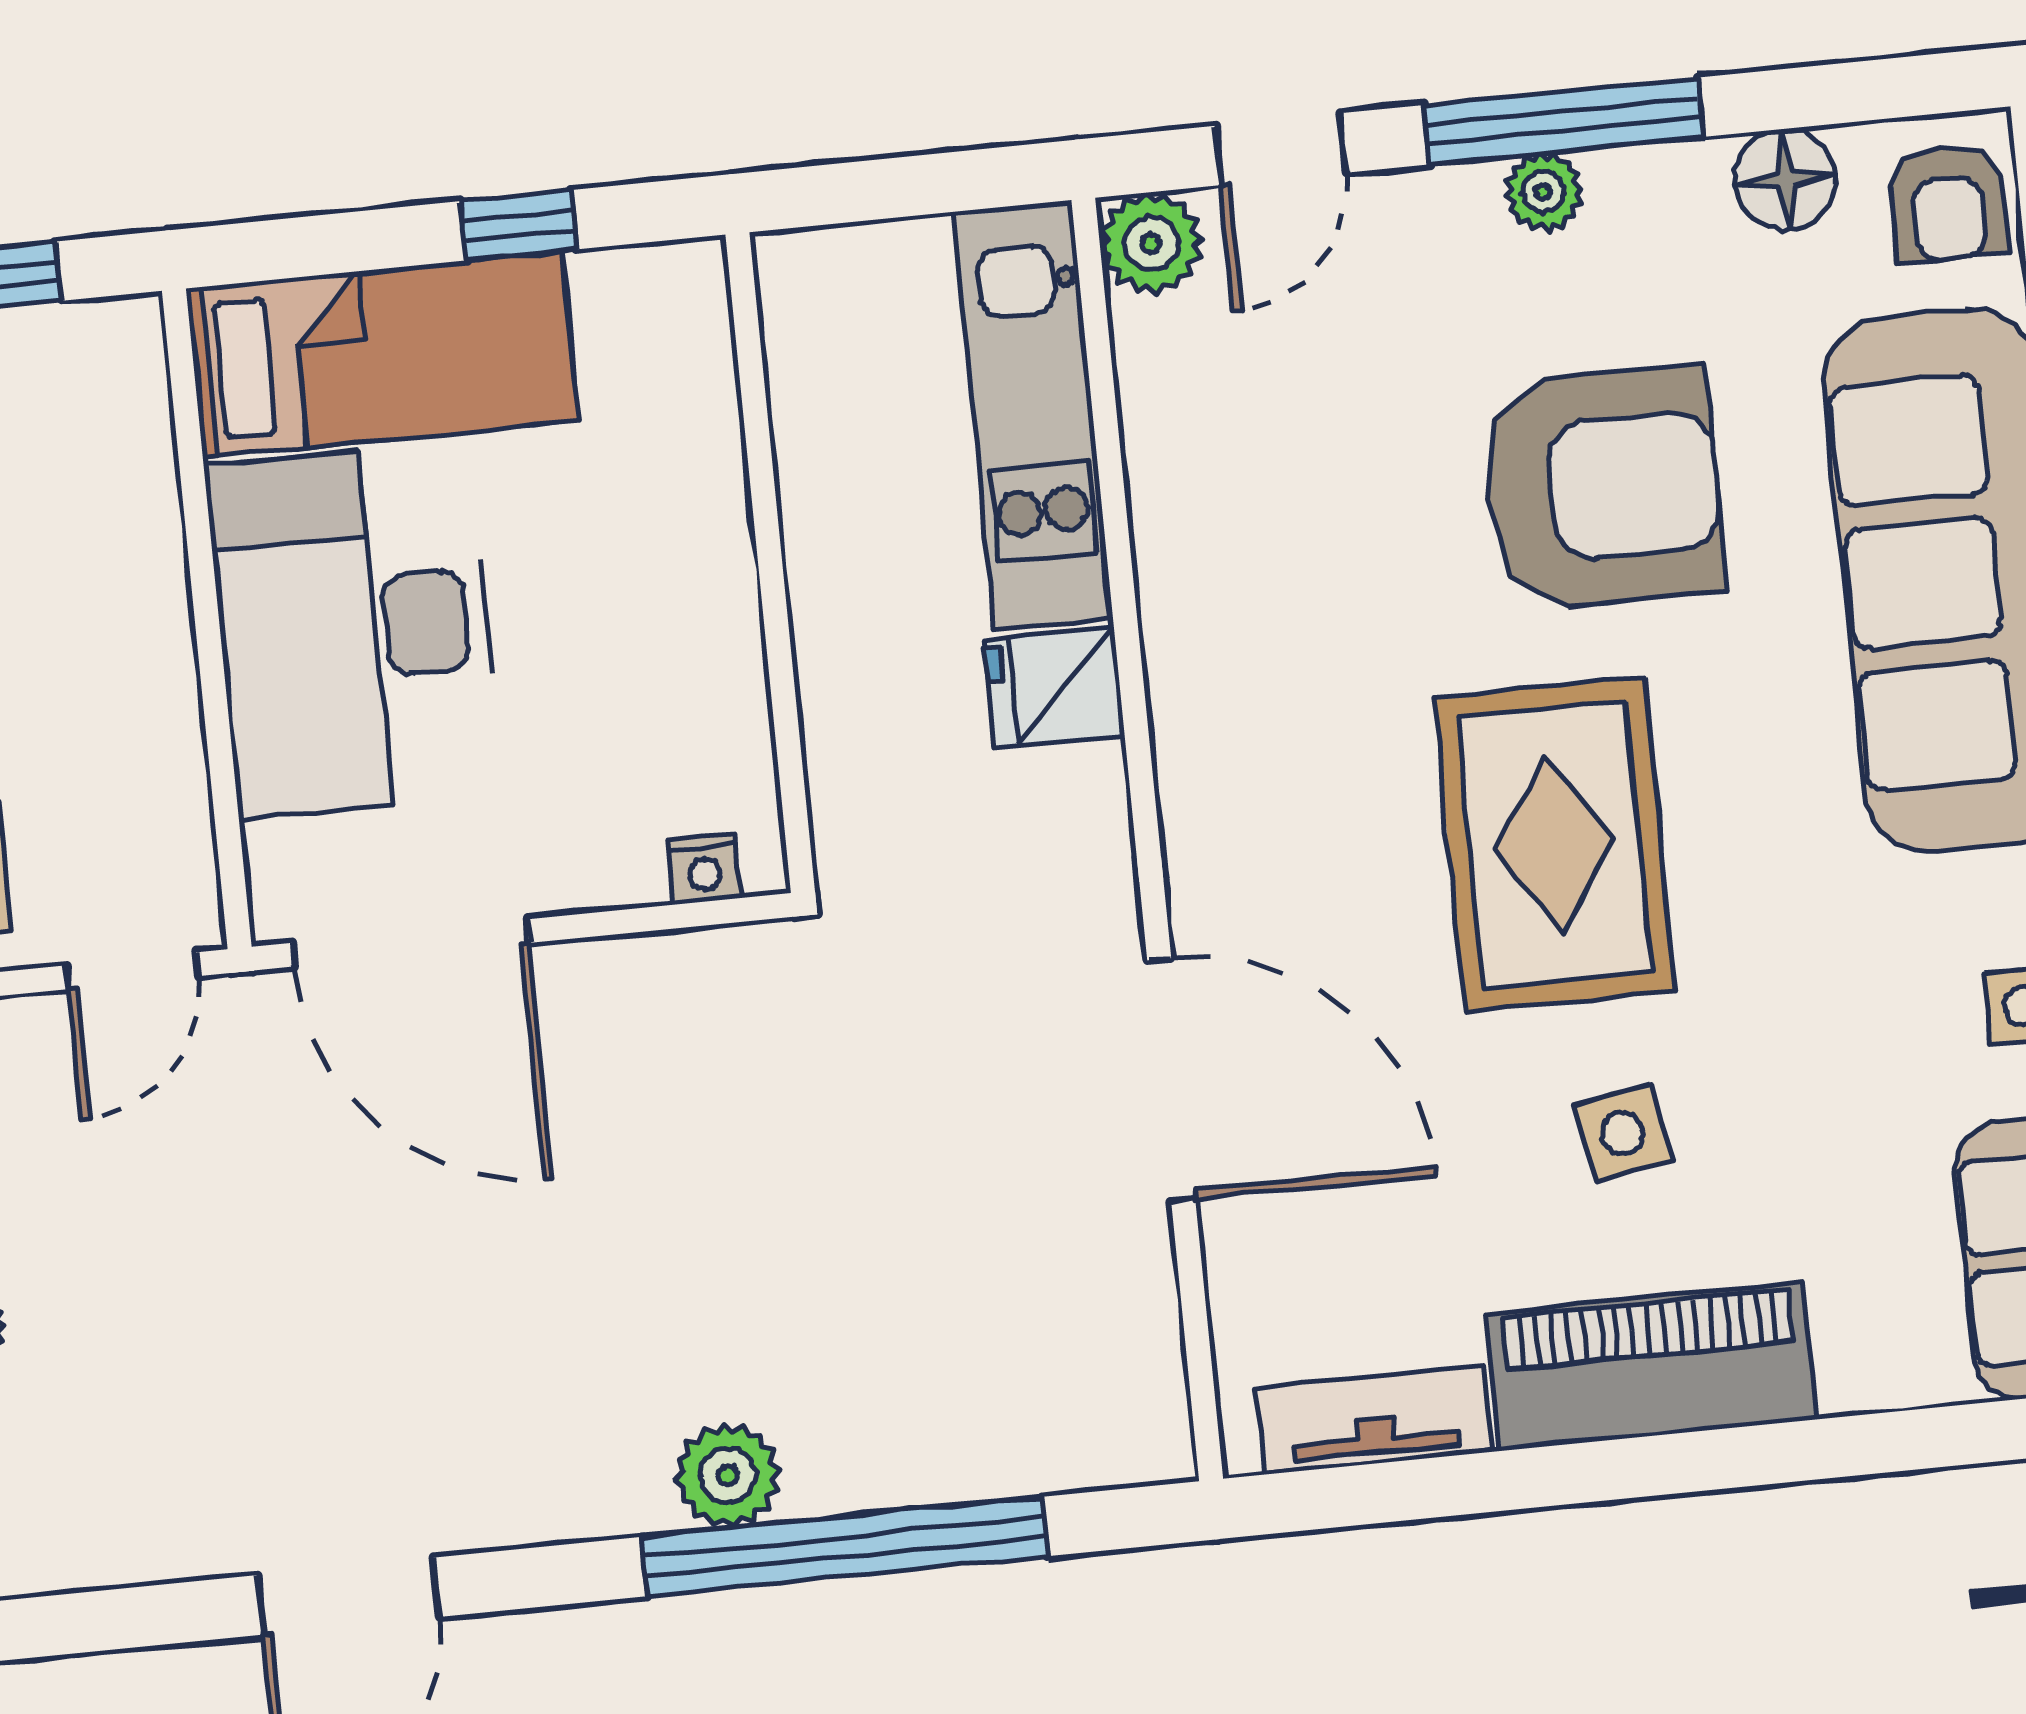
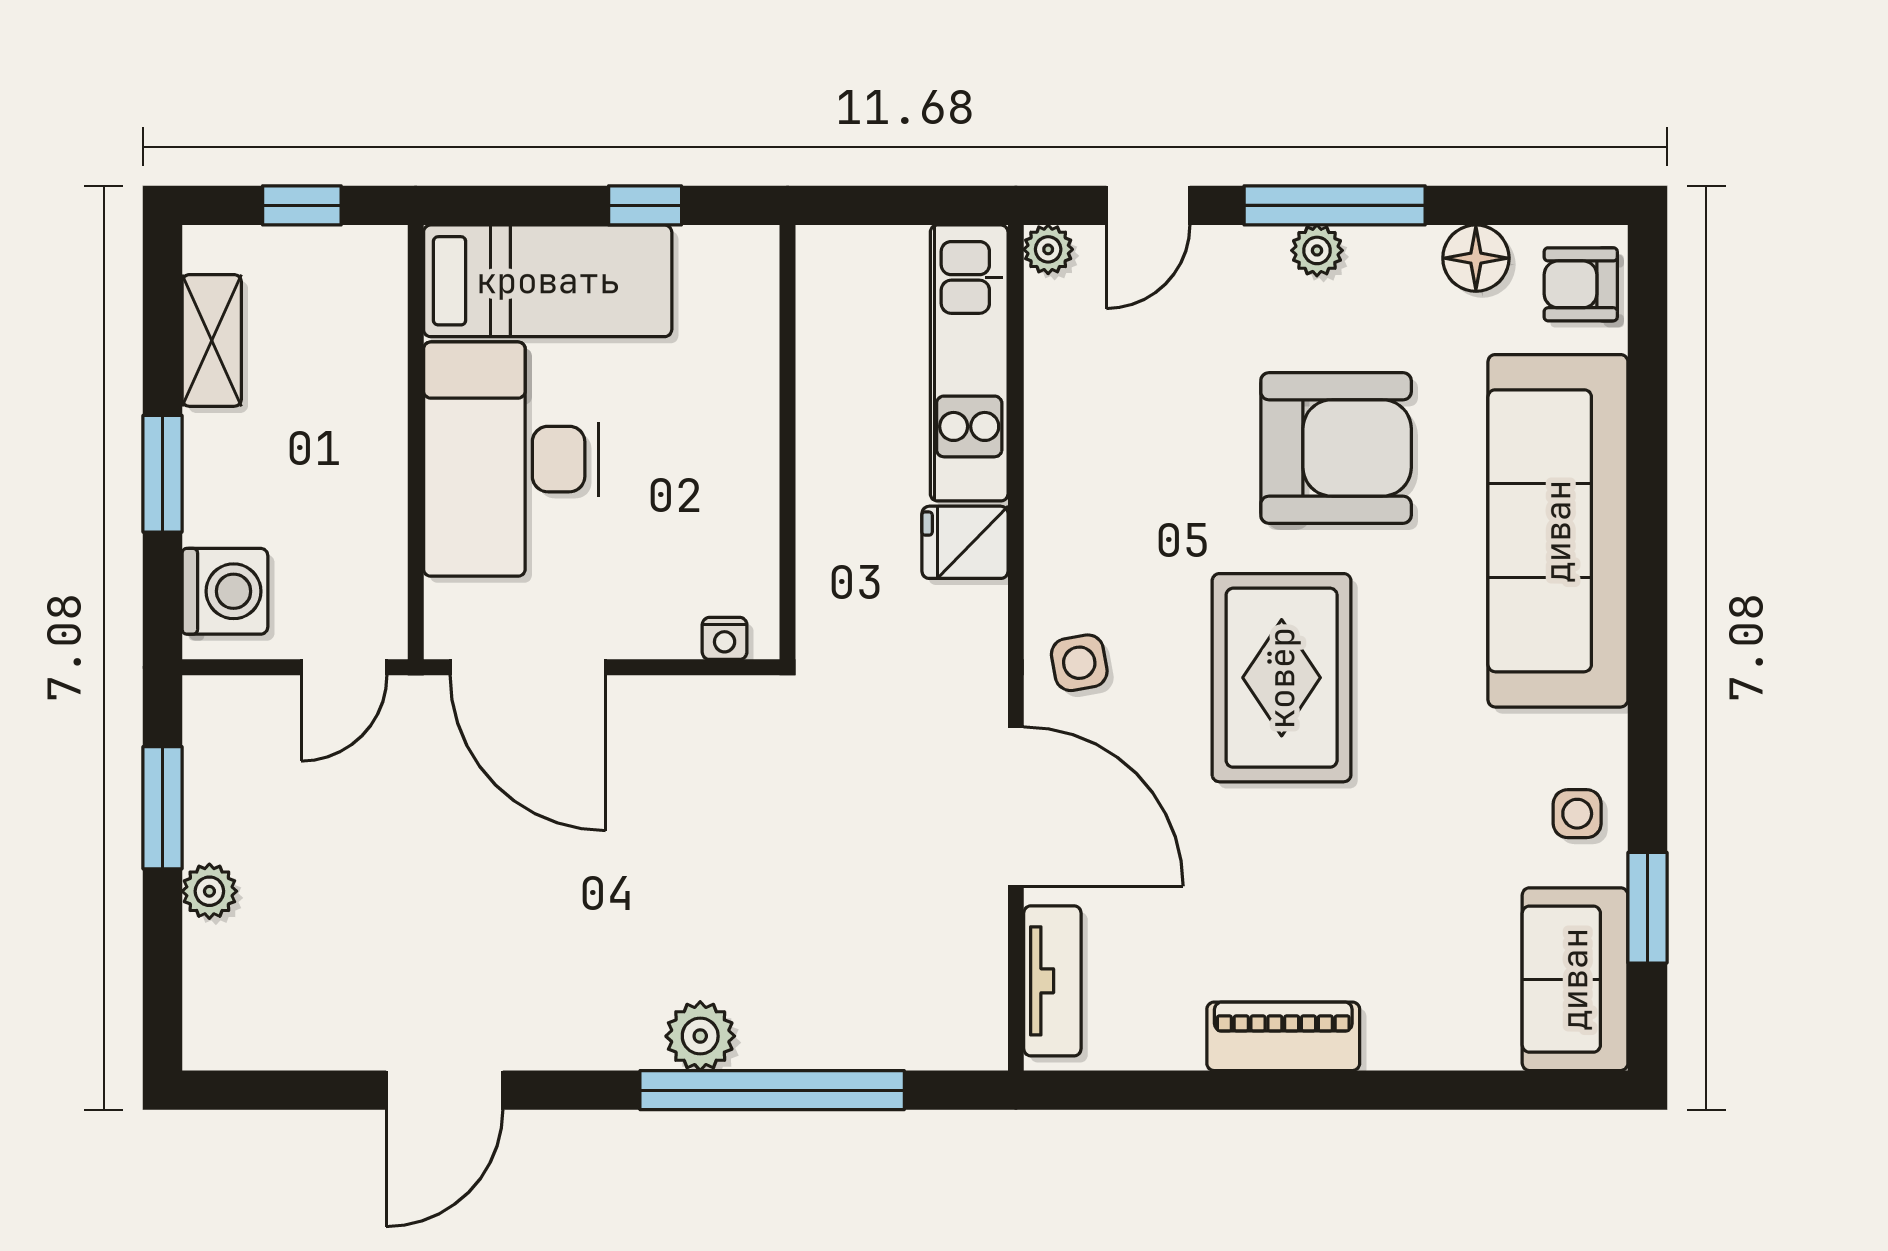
armchair: (1948, 203) -> (1581, 284), turned 90
plant: (1151, 243) -> (1048, 249), width x0.73, depth x0.73
side table: (1623, 1133) -> (1079, 663), moved
piano: (1652, 1367) -> (1283, 1036), width x0.73, depth x0.75
tv unit: (1374, 1420) -> (1052, 981), moved, turned 90

